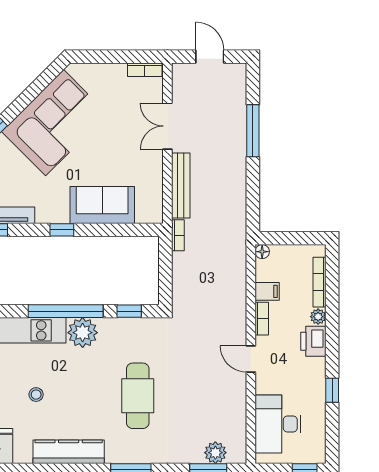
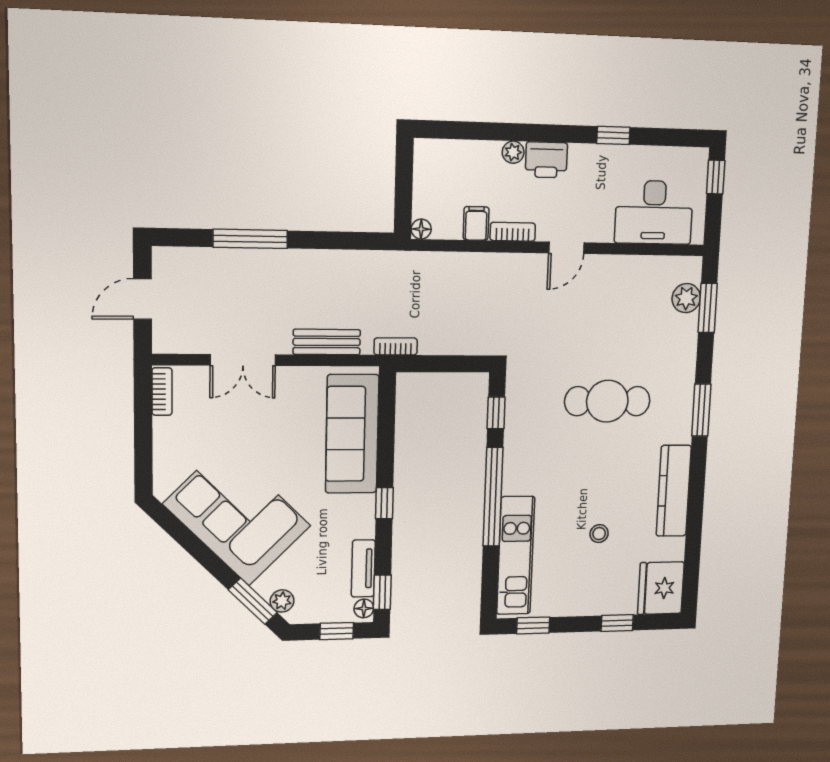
bench: (181, 185) -> (327, 342), width x0.73
sofa: (102, 205) -> (352, 434), width x1.36
bookcase: (320, 282) -> (466, 149), removed
plant: (83, 333) -> (522, 474), removed

